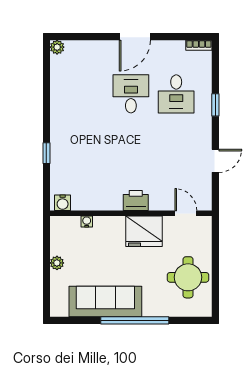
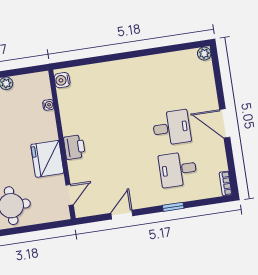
window: (46, 153) -> (106, 59), removed
door: (215, 161) -> (122, 215), swing flipped

